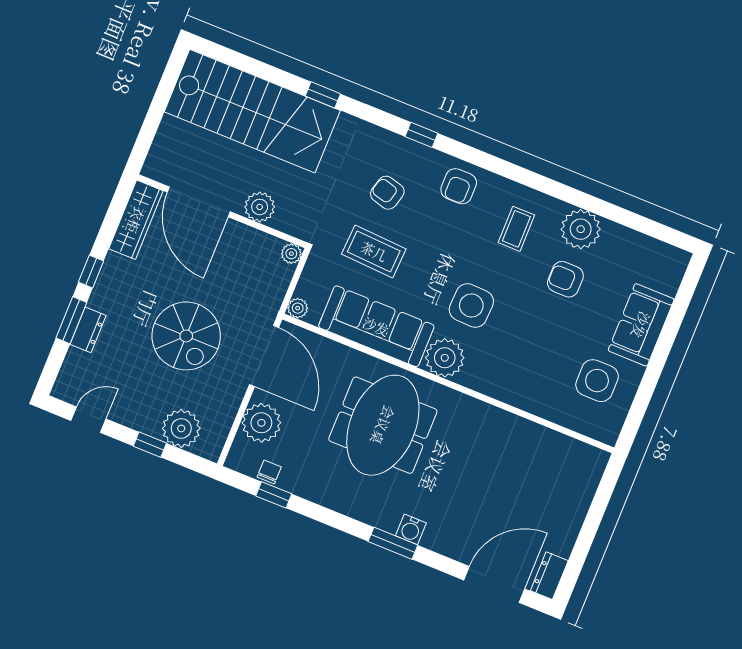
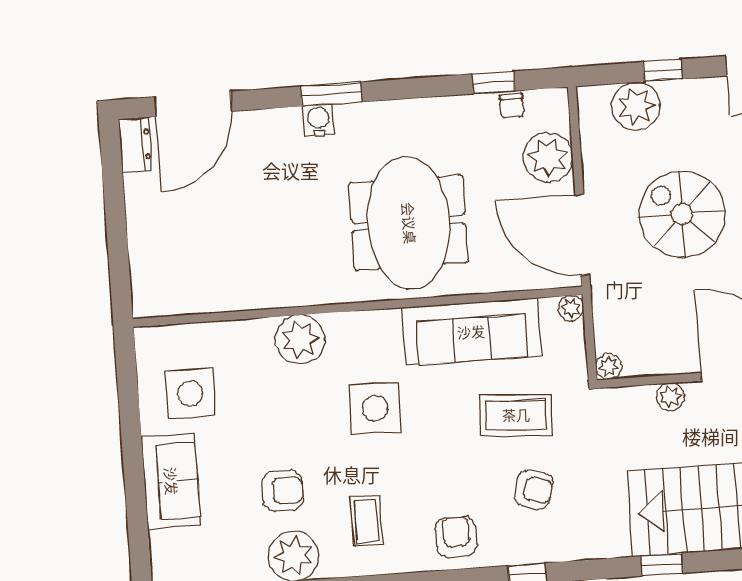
plant: (260, 207) -> (670, 397), width x0.73, depth x0.73
plant: (445, 358) -> (300, 339), moved

